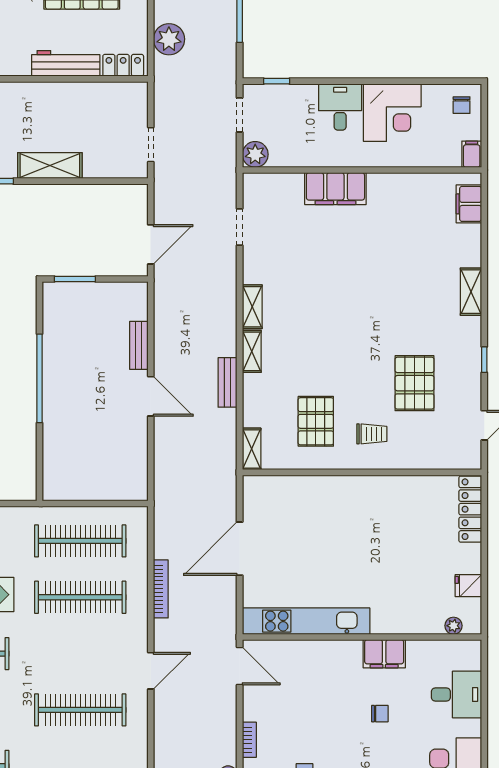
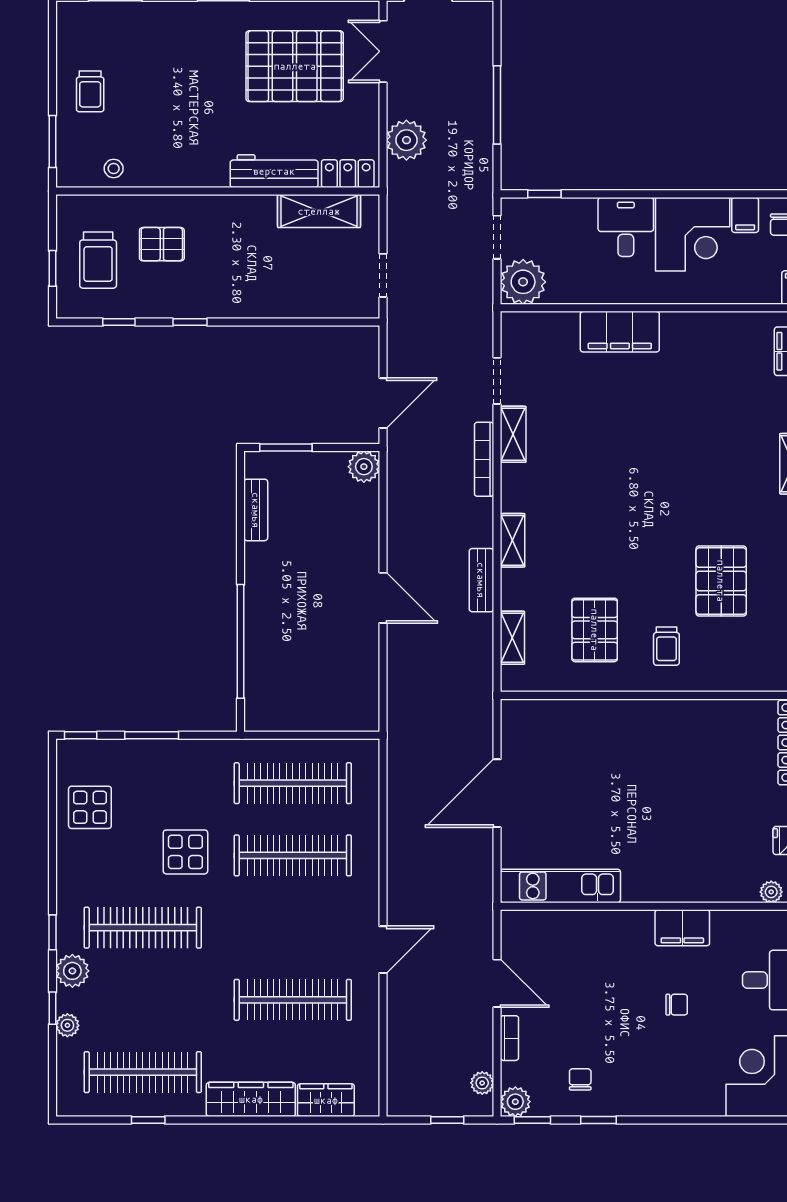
filing cabinet: (433, 98) -> (745, 215), added
plant: (255, 154) -> (523, 282), width x1.36, depth x1.36
shelving: (50, 166) -> (319, 211), moved
plant: (136, 294) -> (364, 467), added
shelving: (252, 307) -> (513, 434), moved
bench: (139, 345) -> (256, 510), moved
window: (40, 378) -> (241, 641), moved
trolley: (372, 434) -> (666, 646), turned 90
shelving: (252, 449) -> (512, 638), moved
bookcase: (161, 589) -> (484, 459), moved, turned 180
kitchen unit: (306, 621) -> (560, 886), width x0.73
door: (240, 666) -> (497, 983), moved

